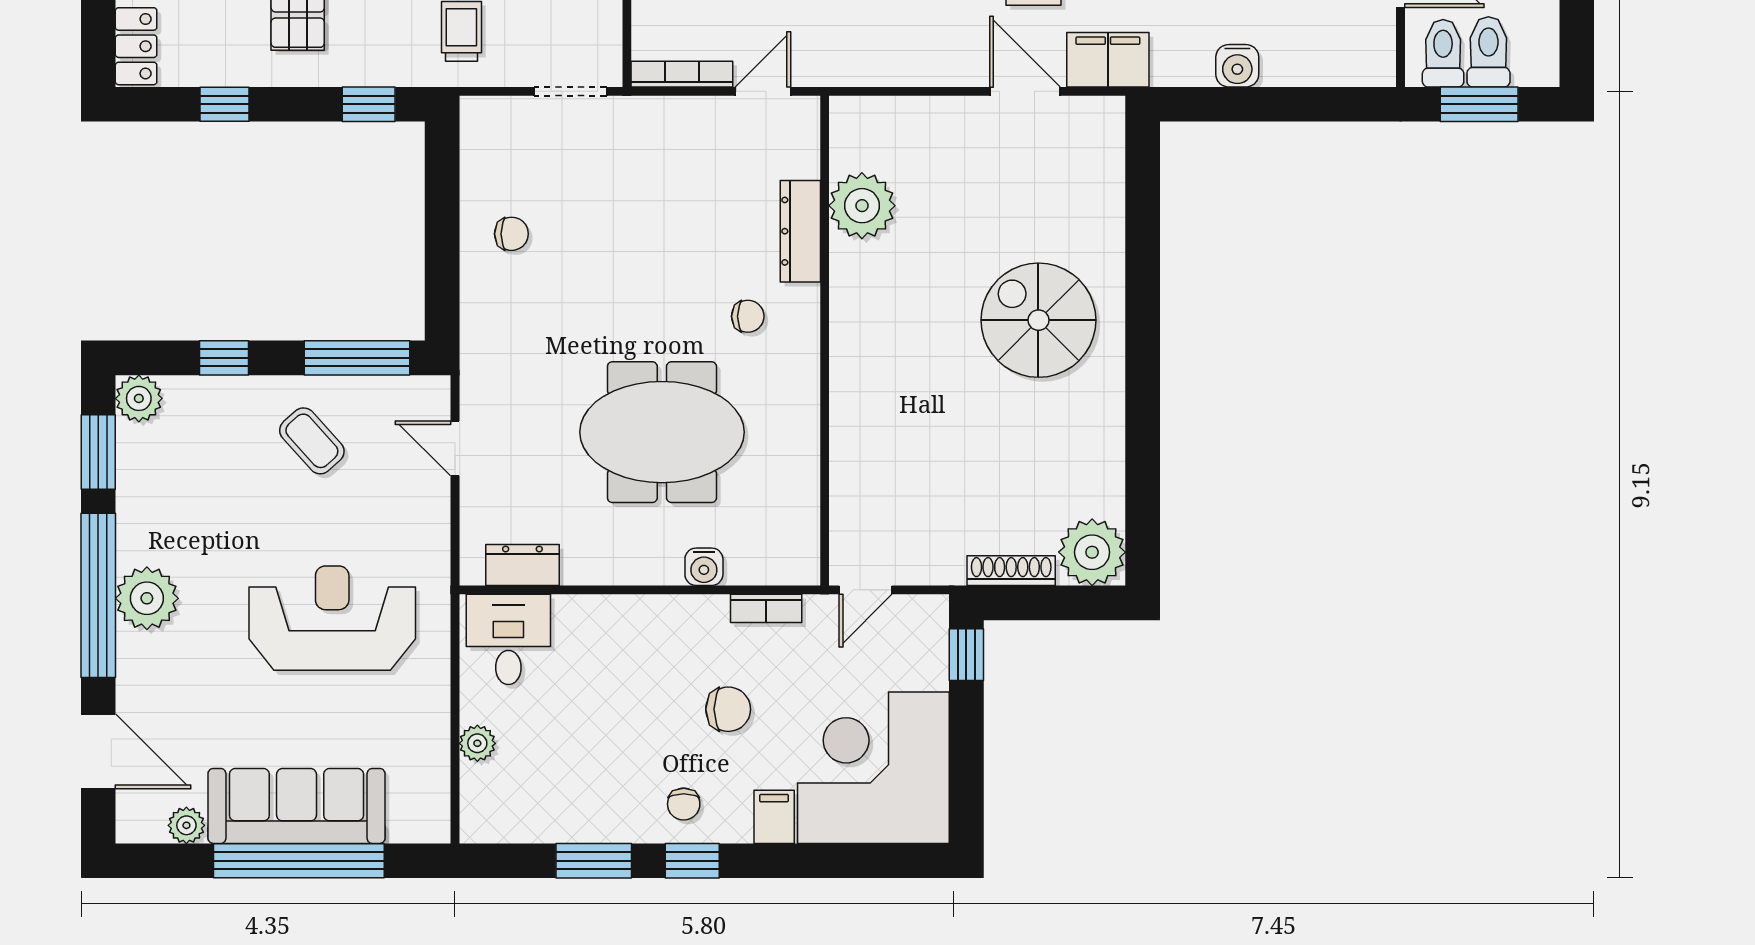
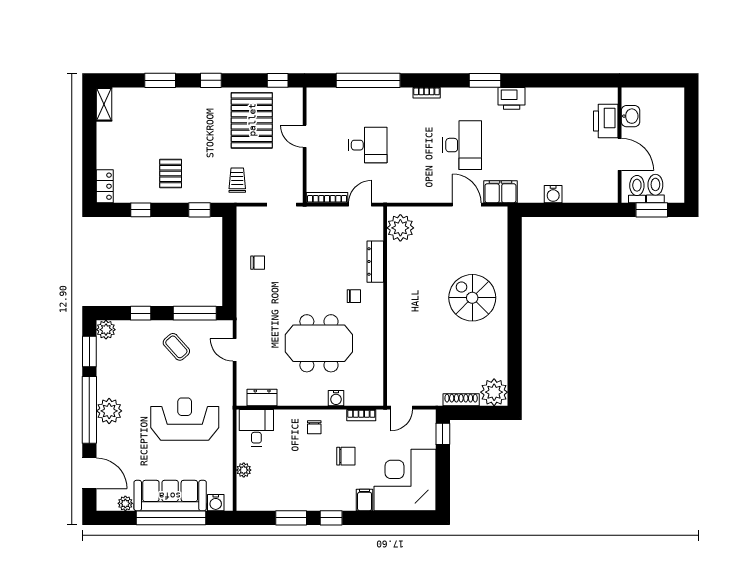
plant: (862, 206) -> (400, 228), moved
chair: (684, 804) -> (314, 427), moved
water cooler: (408, 823) -> (216, 503), added

